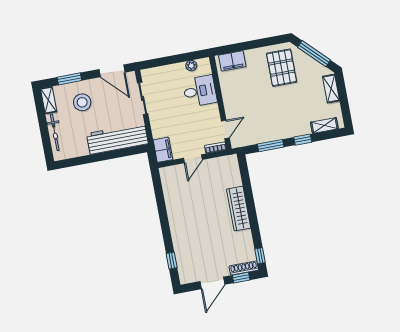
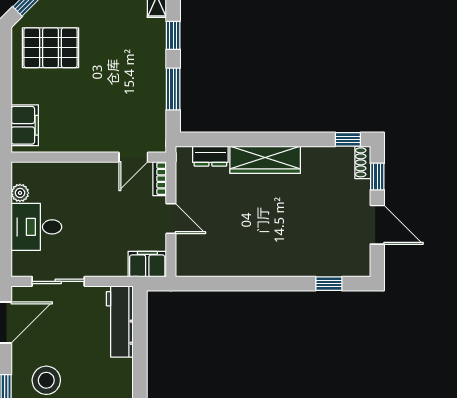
desk: (200, 91) -> (36, 227), moved, turned -90
door: (225, 129) -> (133, 157), swing flipped
workbench: (117, 139) -> (120, 321), width x0.73, depth x0.76
dresser: (235, 175) -> (210, 156), added
shoe rack: (244, 268) -> (363, 162), width x0.70

